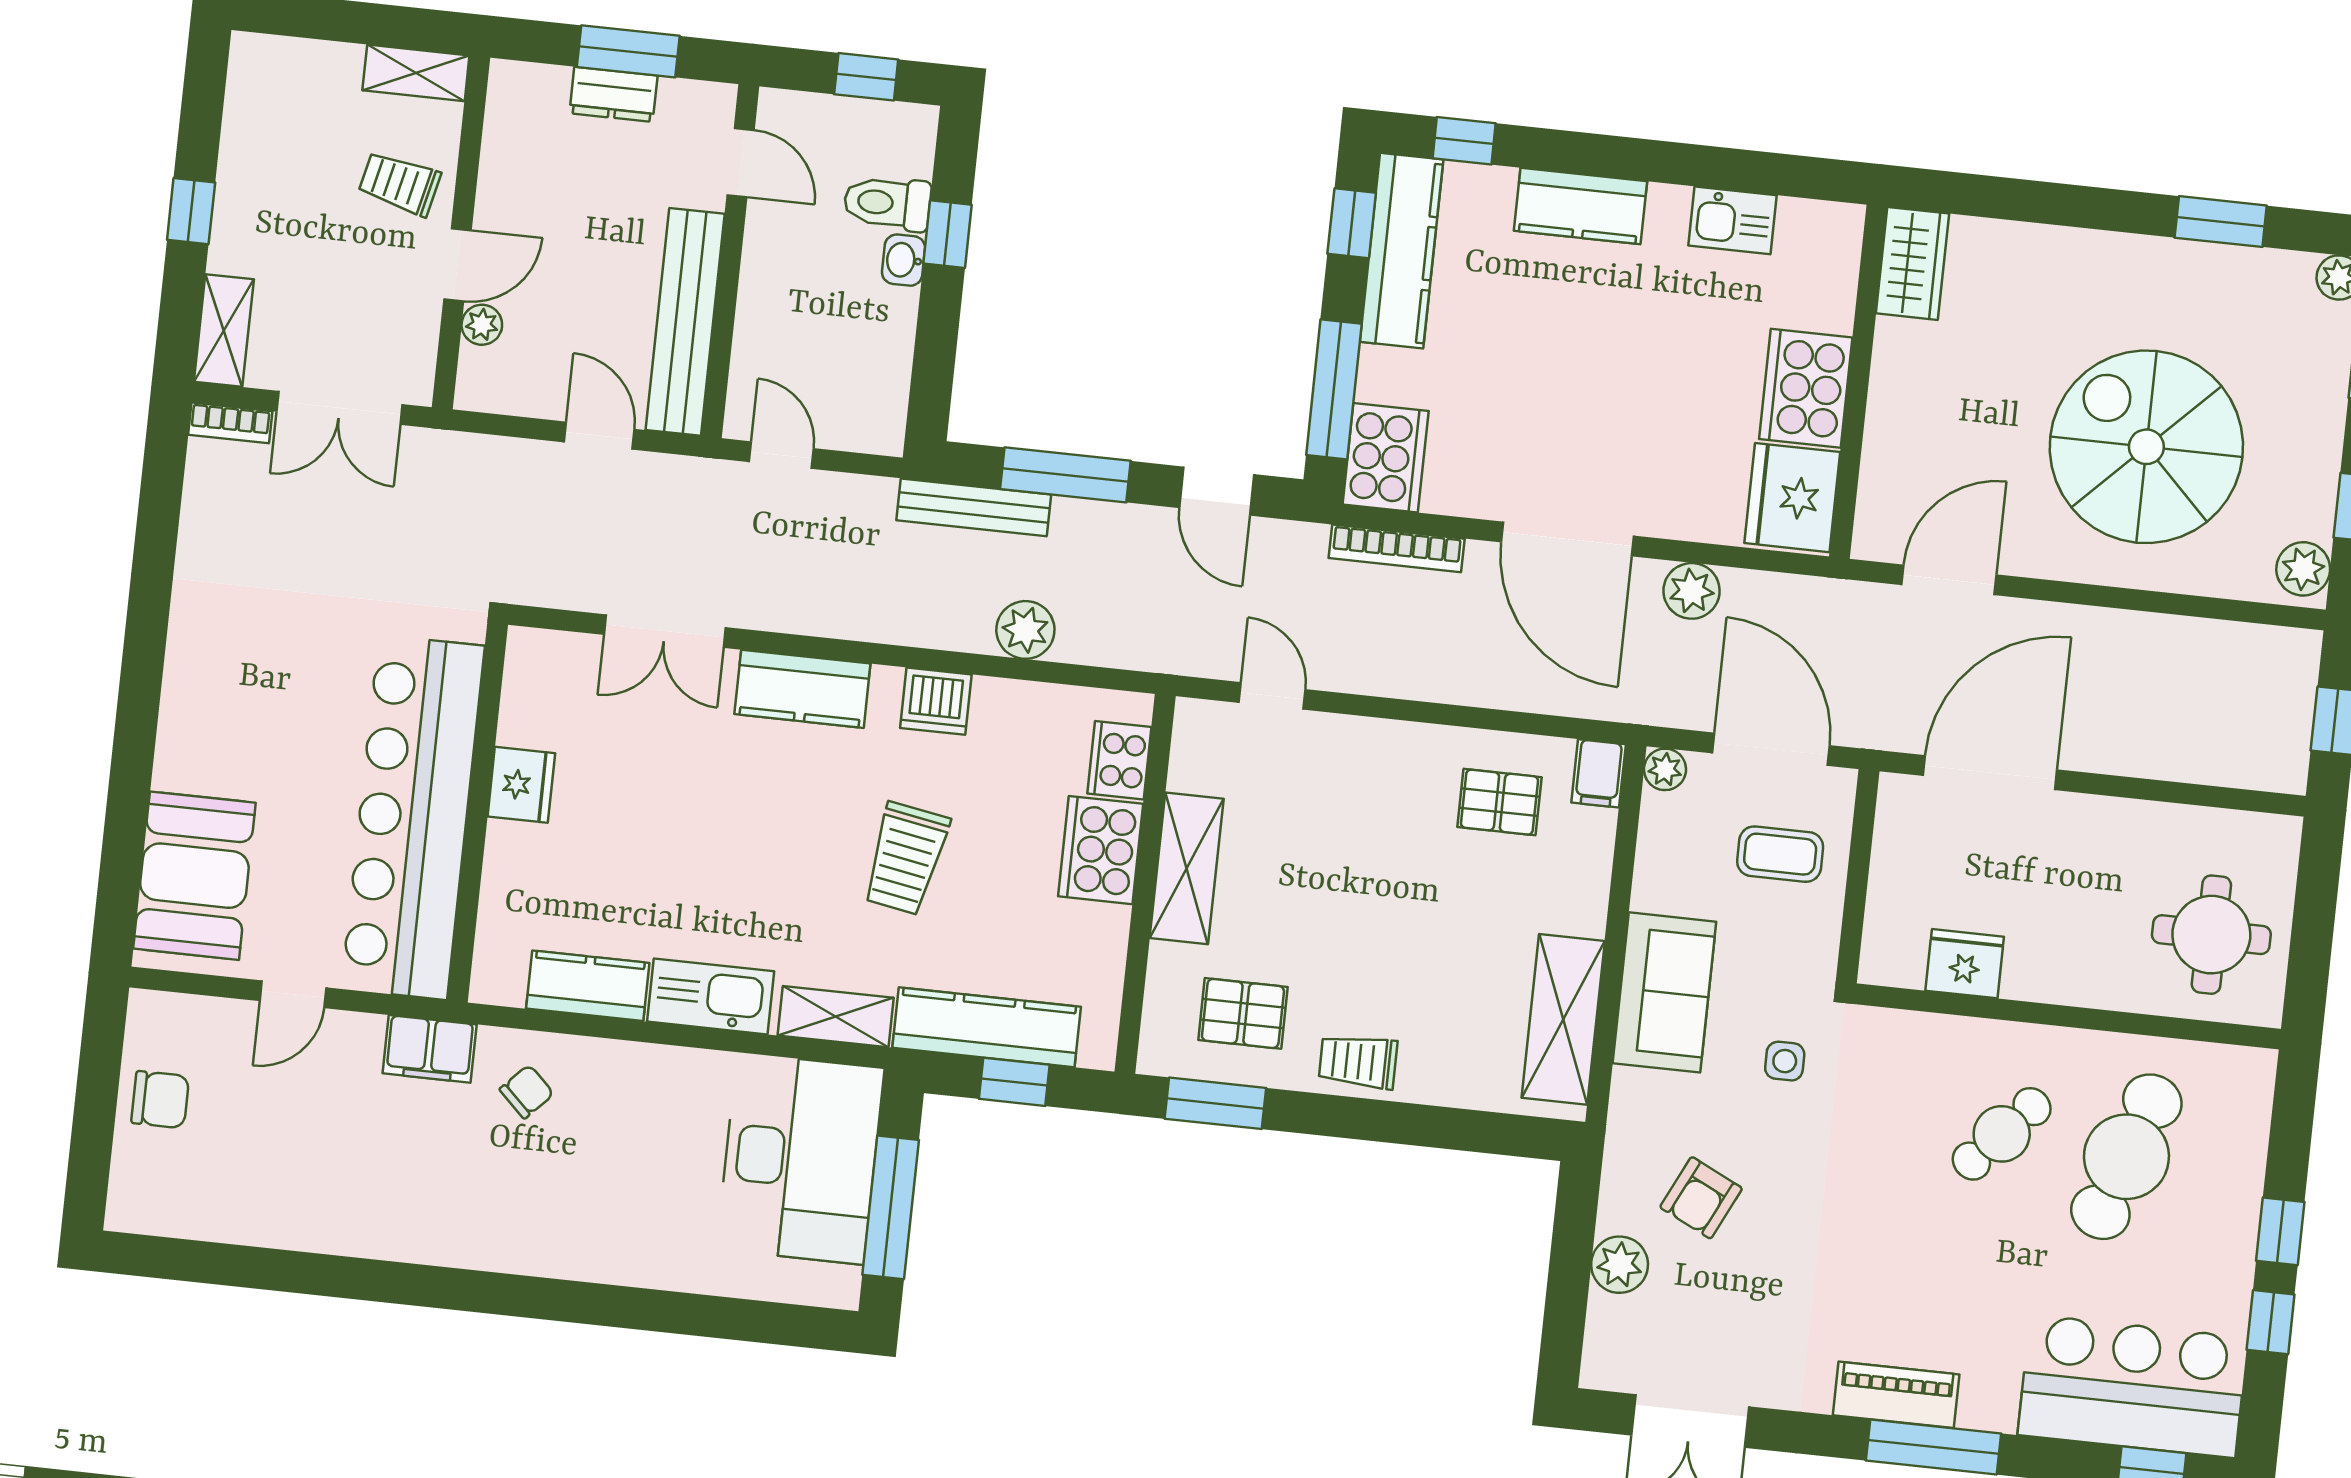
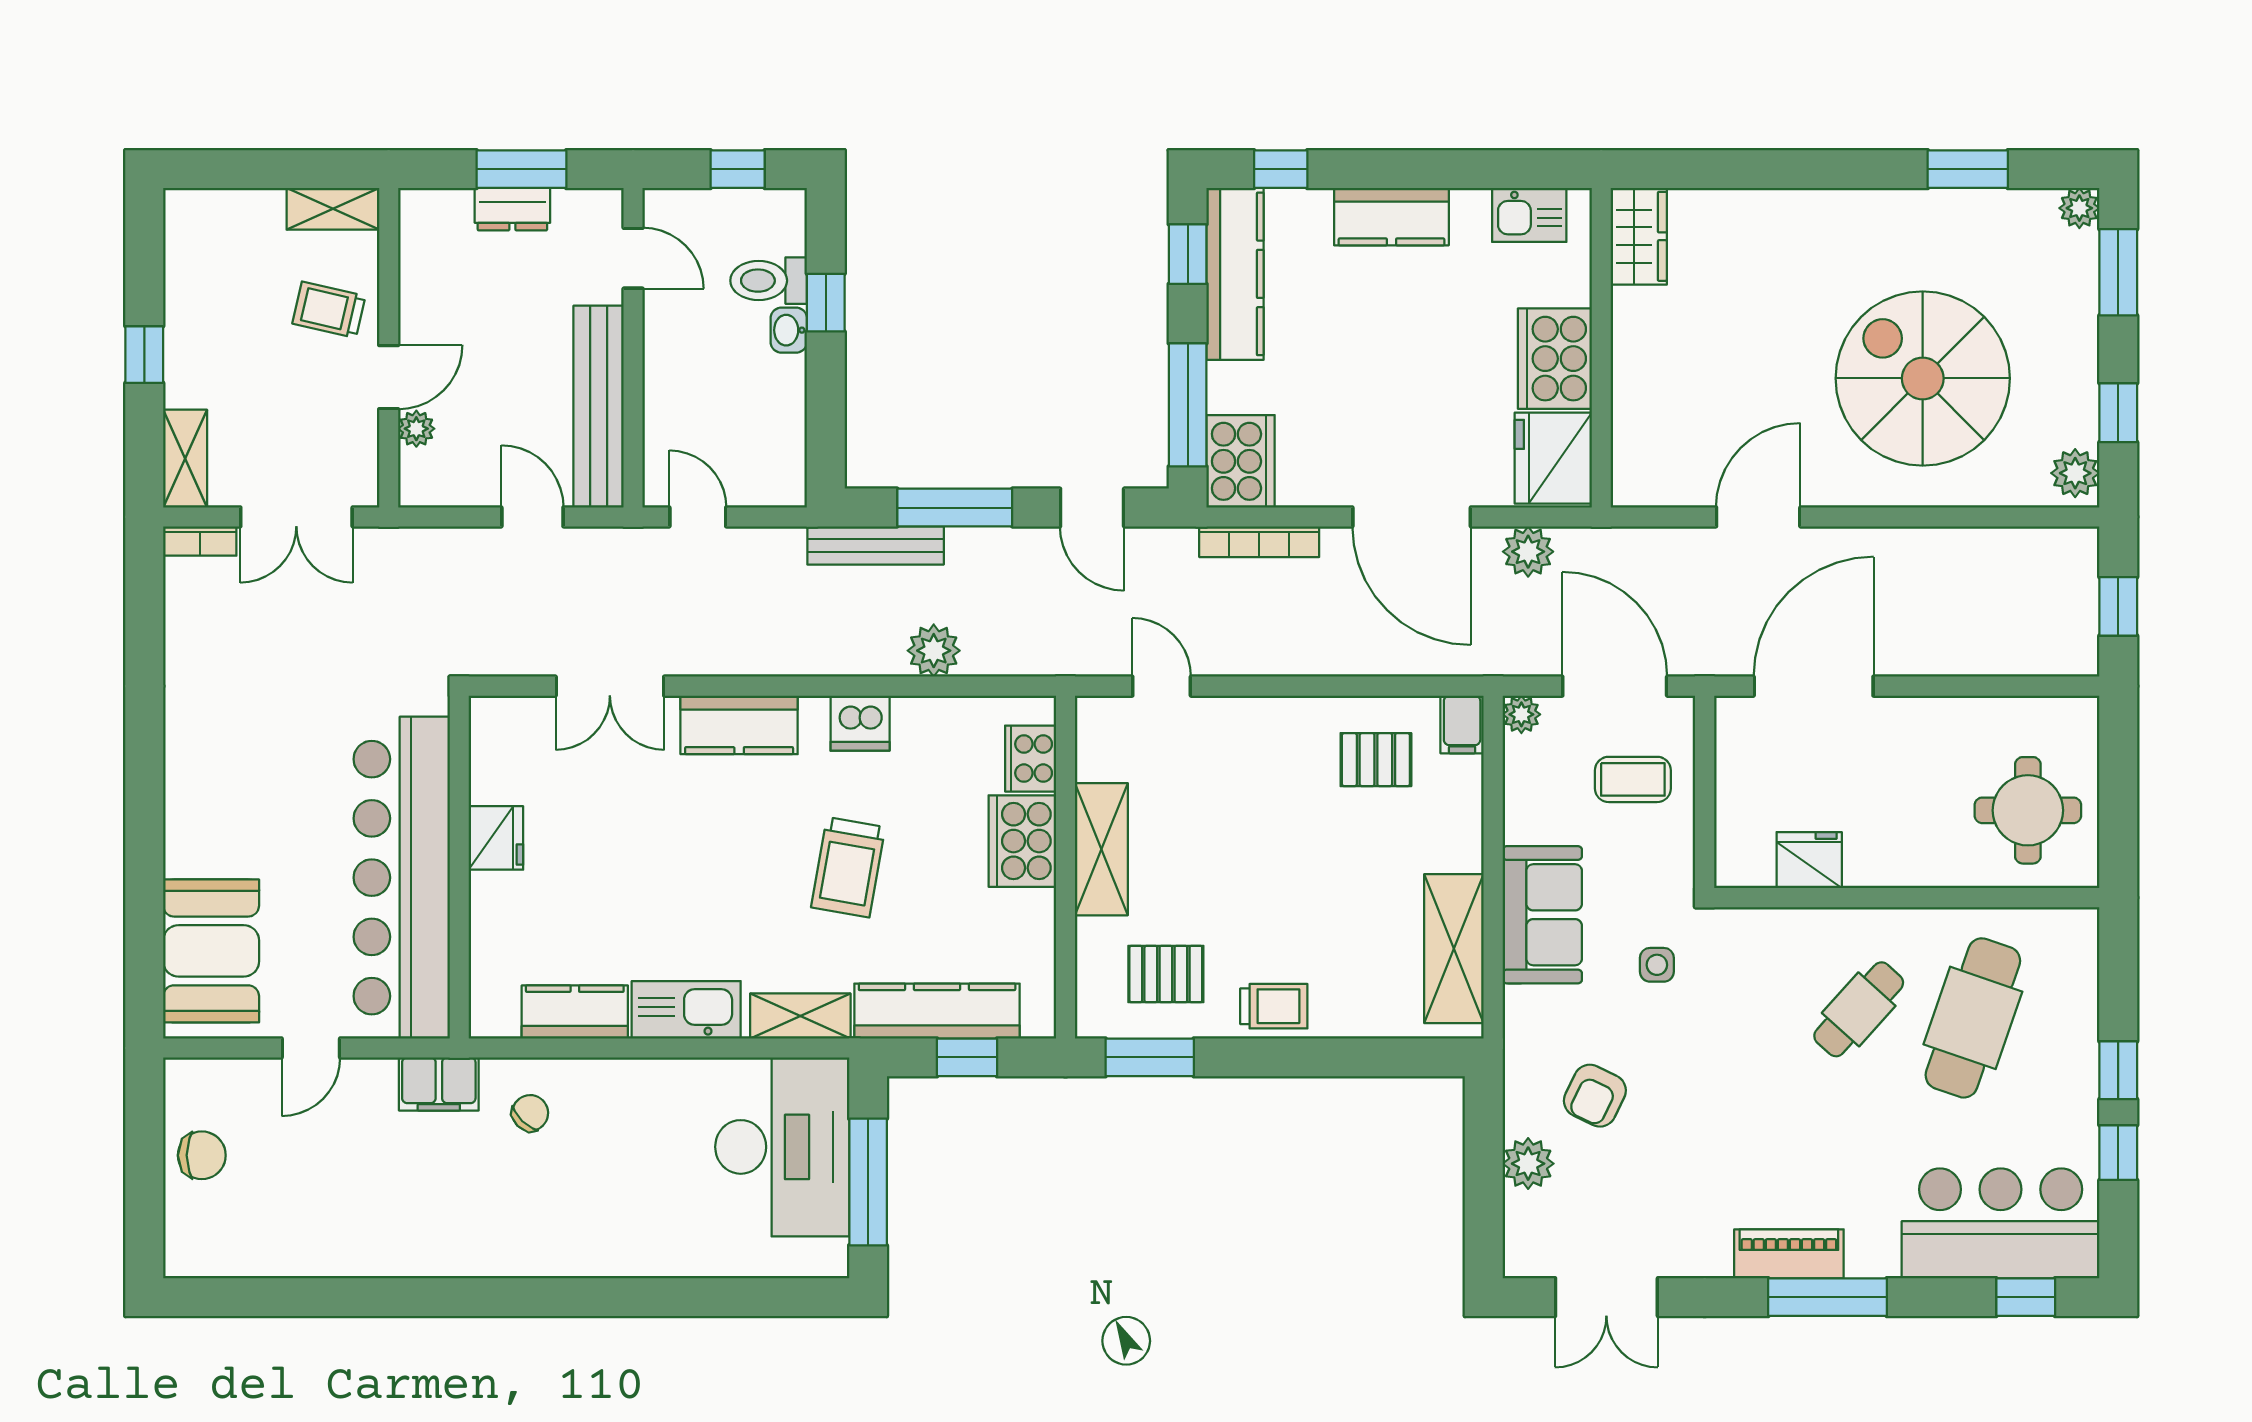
wardrobe: (1913, 263) -> (1639, 236), moved
wall: (1858, 382) -> (1601, 348), moved
cooker: (1806, 388) -> (1555, 359), moved
fridge: (1792, 498) -> (1553, 458), moved
trolley: (1358, 1062) -> (1274, 1006), turned 180

